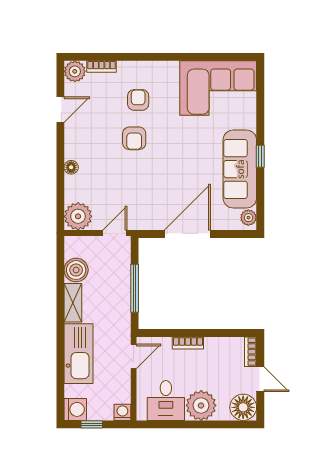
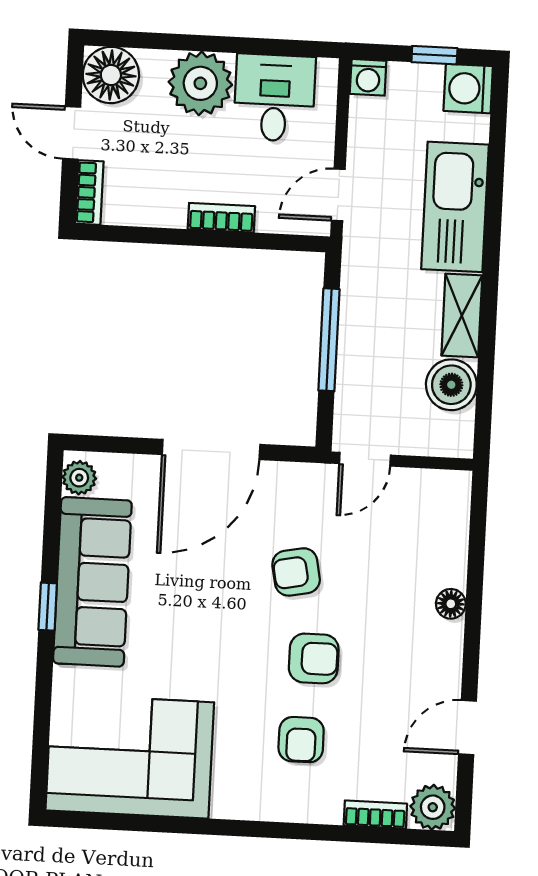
armchair: (134, 138) -> (314, 658), turned 90
armchair: (144, 179) -> (296, 572), added
plant: (78, 216) -> (441, 499), removed

